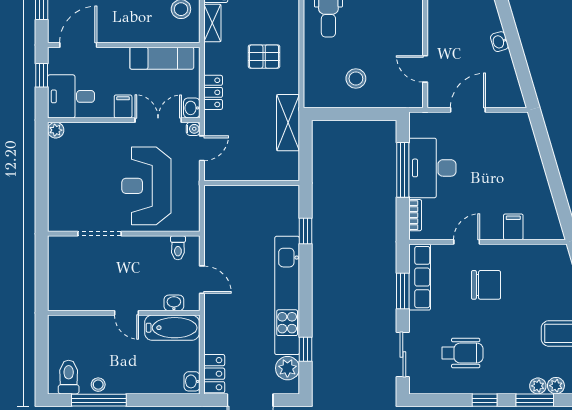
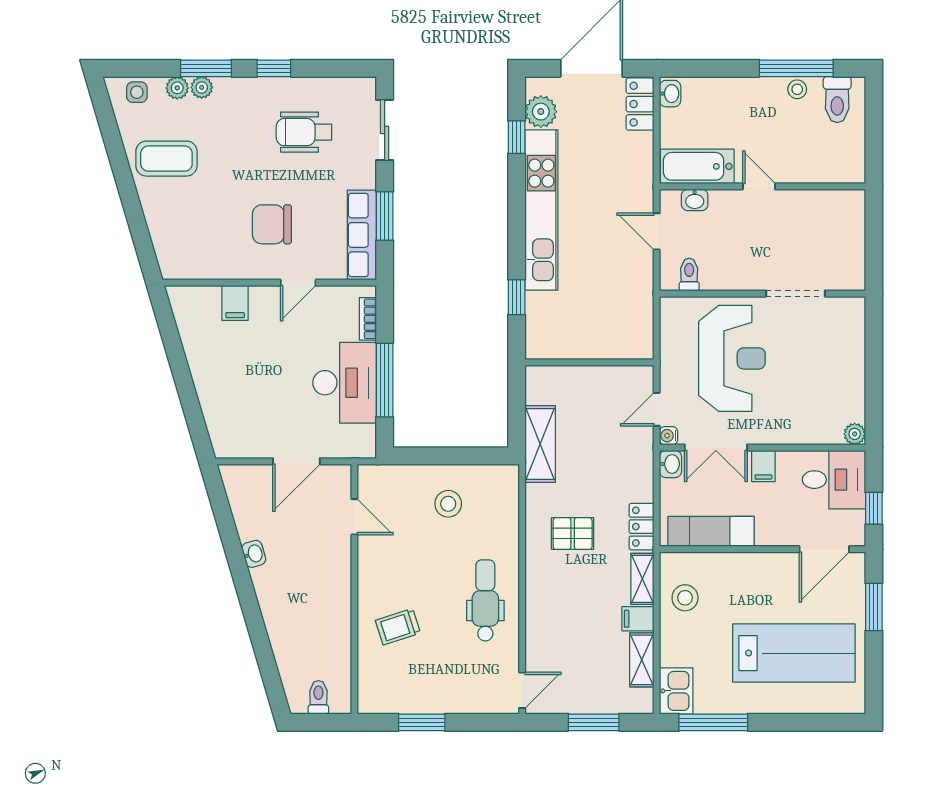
locker: (213, 92) -> (642, 527), moved

